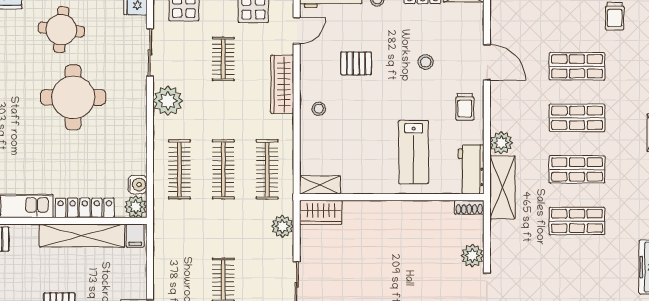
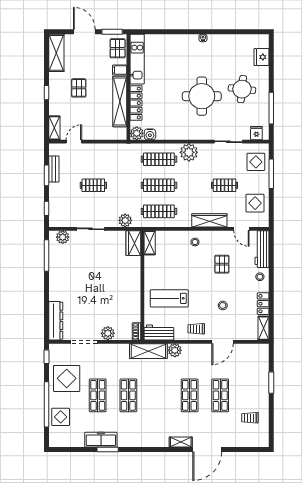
plant: (168, 101) -> (189, 152), moved
shop shelf: (577, 169) -> (98, 395), moved
filing cabinet: (135, 236) -> (120, 70), moved

